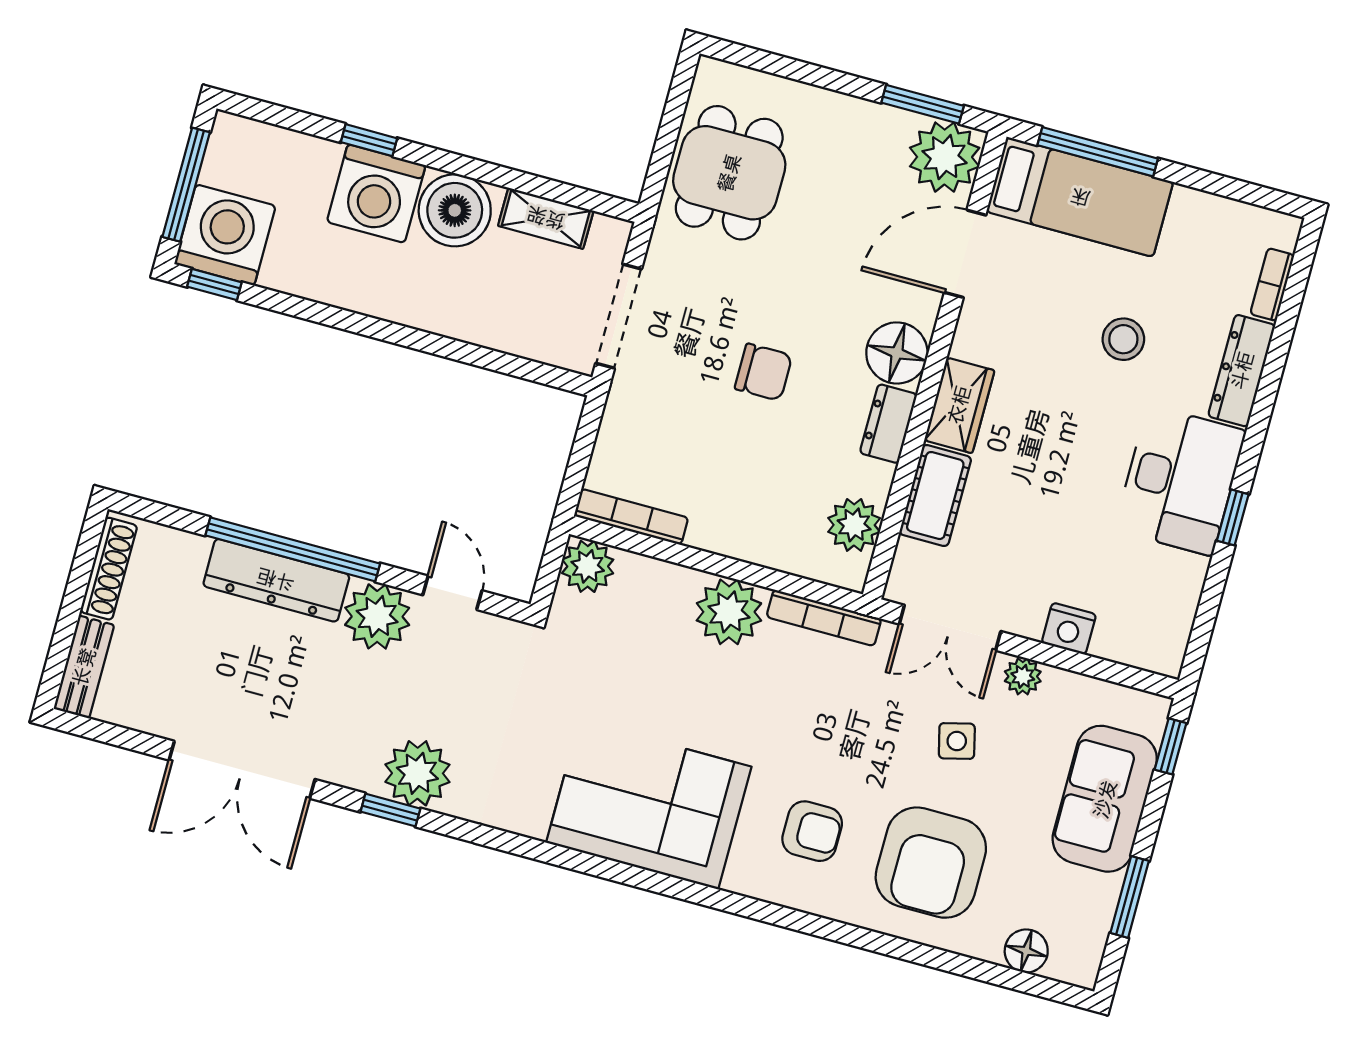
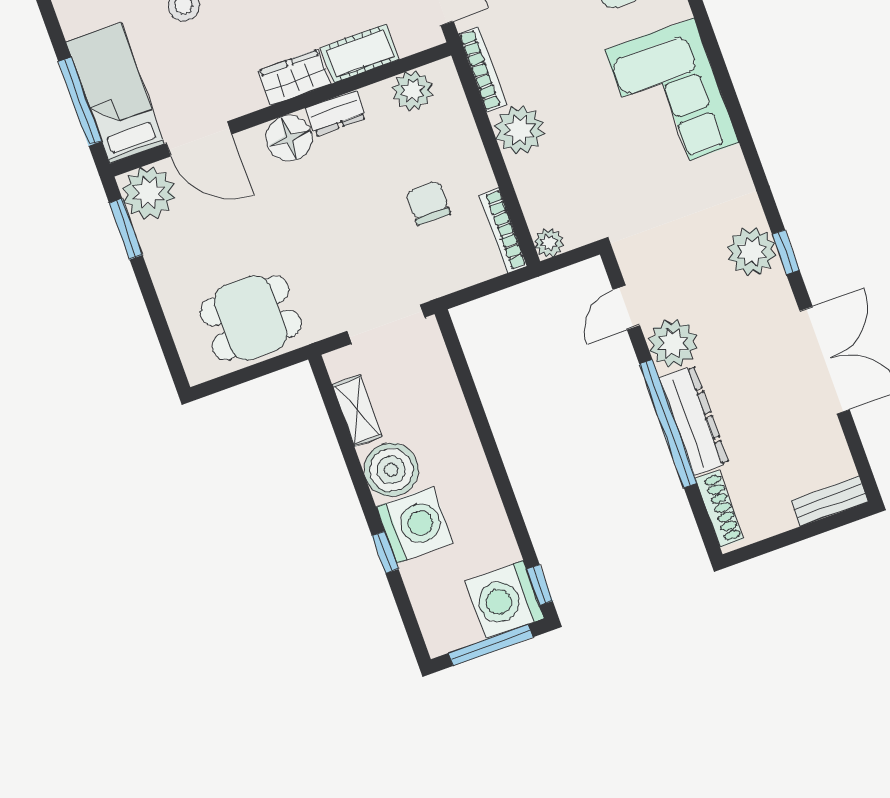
chair: (763, 372) -> (428, 203), moved
plant: (588, 566) -> (549, 243), width x0.73, depth x0.73
shoe rack: (109, 569) -> (719, 509), moved, turned 90

